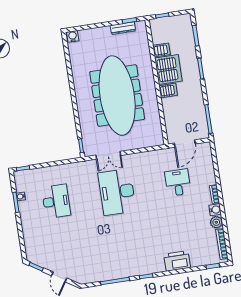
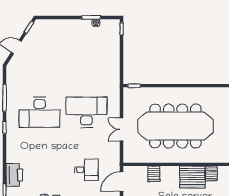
server rack: (168, 91) -> (154, 174), moved
door: (185, 144) -> (122, 182), hinge flipped
double door: (108, 155) -> (122, 130), moved
desk: (56, 201) -> (40, 112), moved, width x1.36, depth x1.30
printer: (177, 261) -> (14, 175), moved

